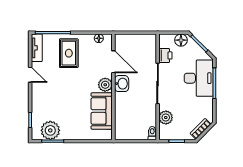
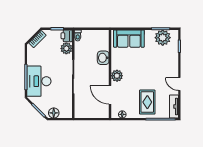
printer: (165, 55) -> (67, 36), moved
washbasin: (122, 84) -> (103, 58), moved
sofa: (102, 111) -> (129, 39), moved, turned 90

